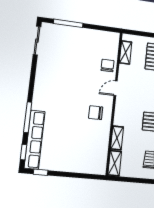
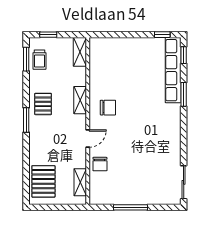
window: (68, 23) -> (131, 207), moved
window: (28, 117) -> (184, 94), width x0.69
shelving: (117, 138) -> (80, 100), moved
window: (140, 180) -> (48, 35), added

